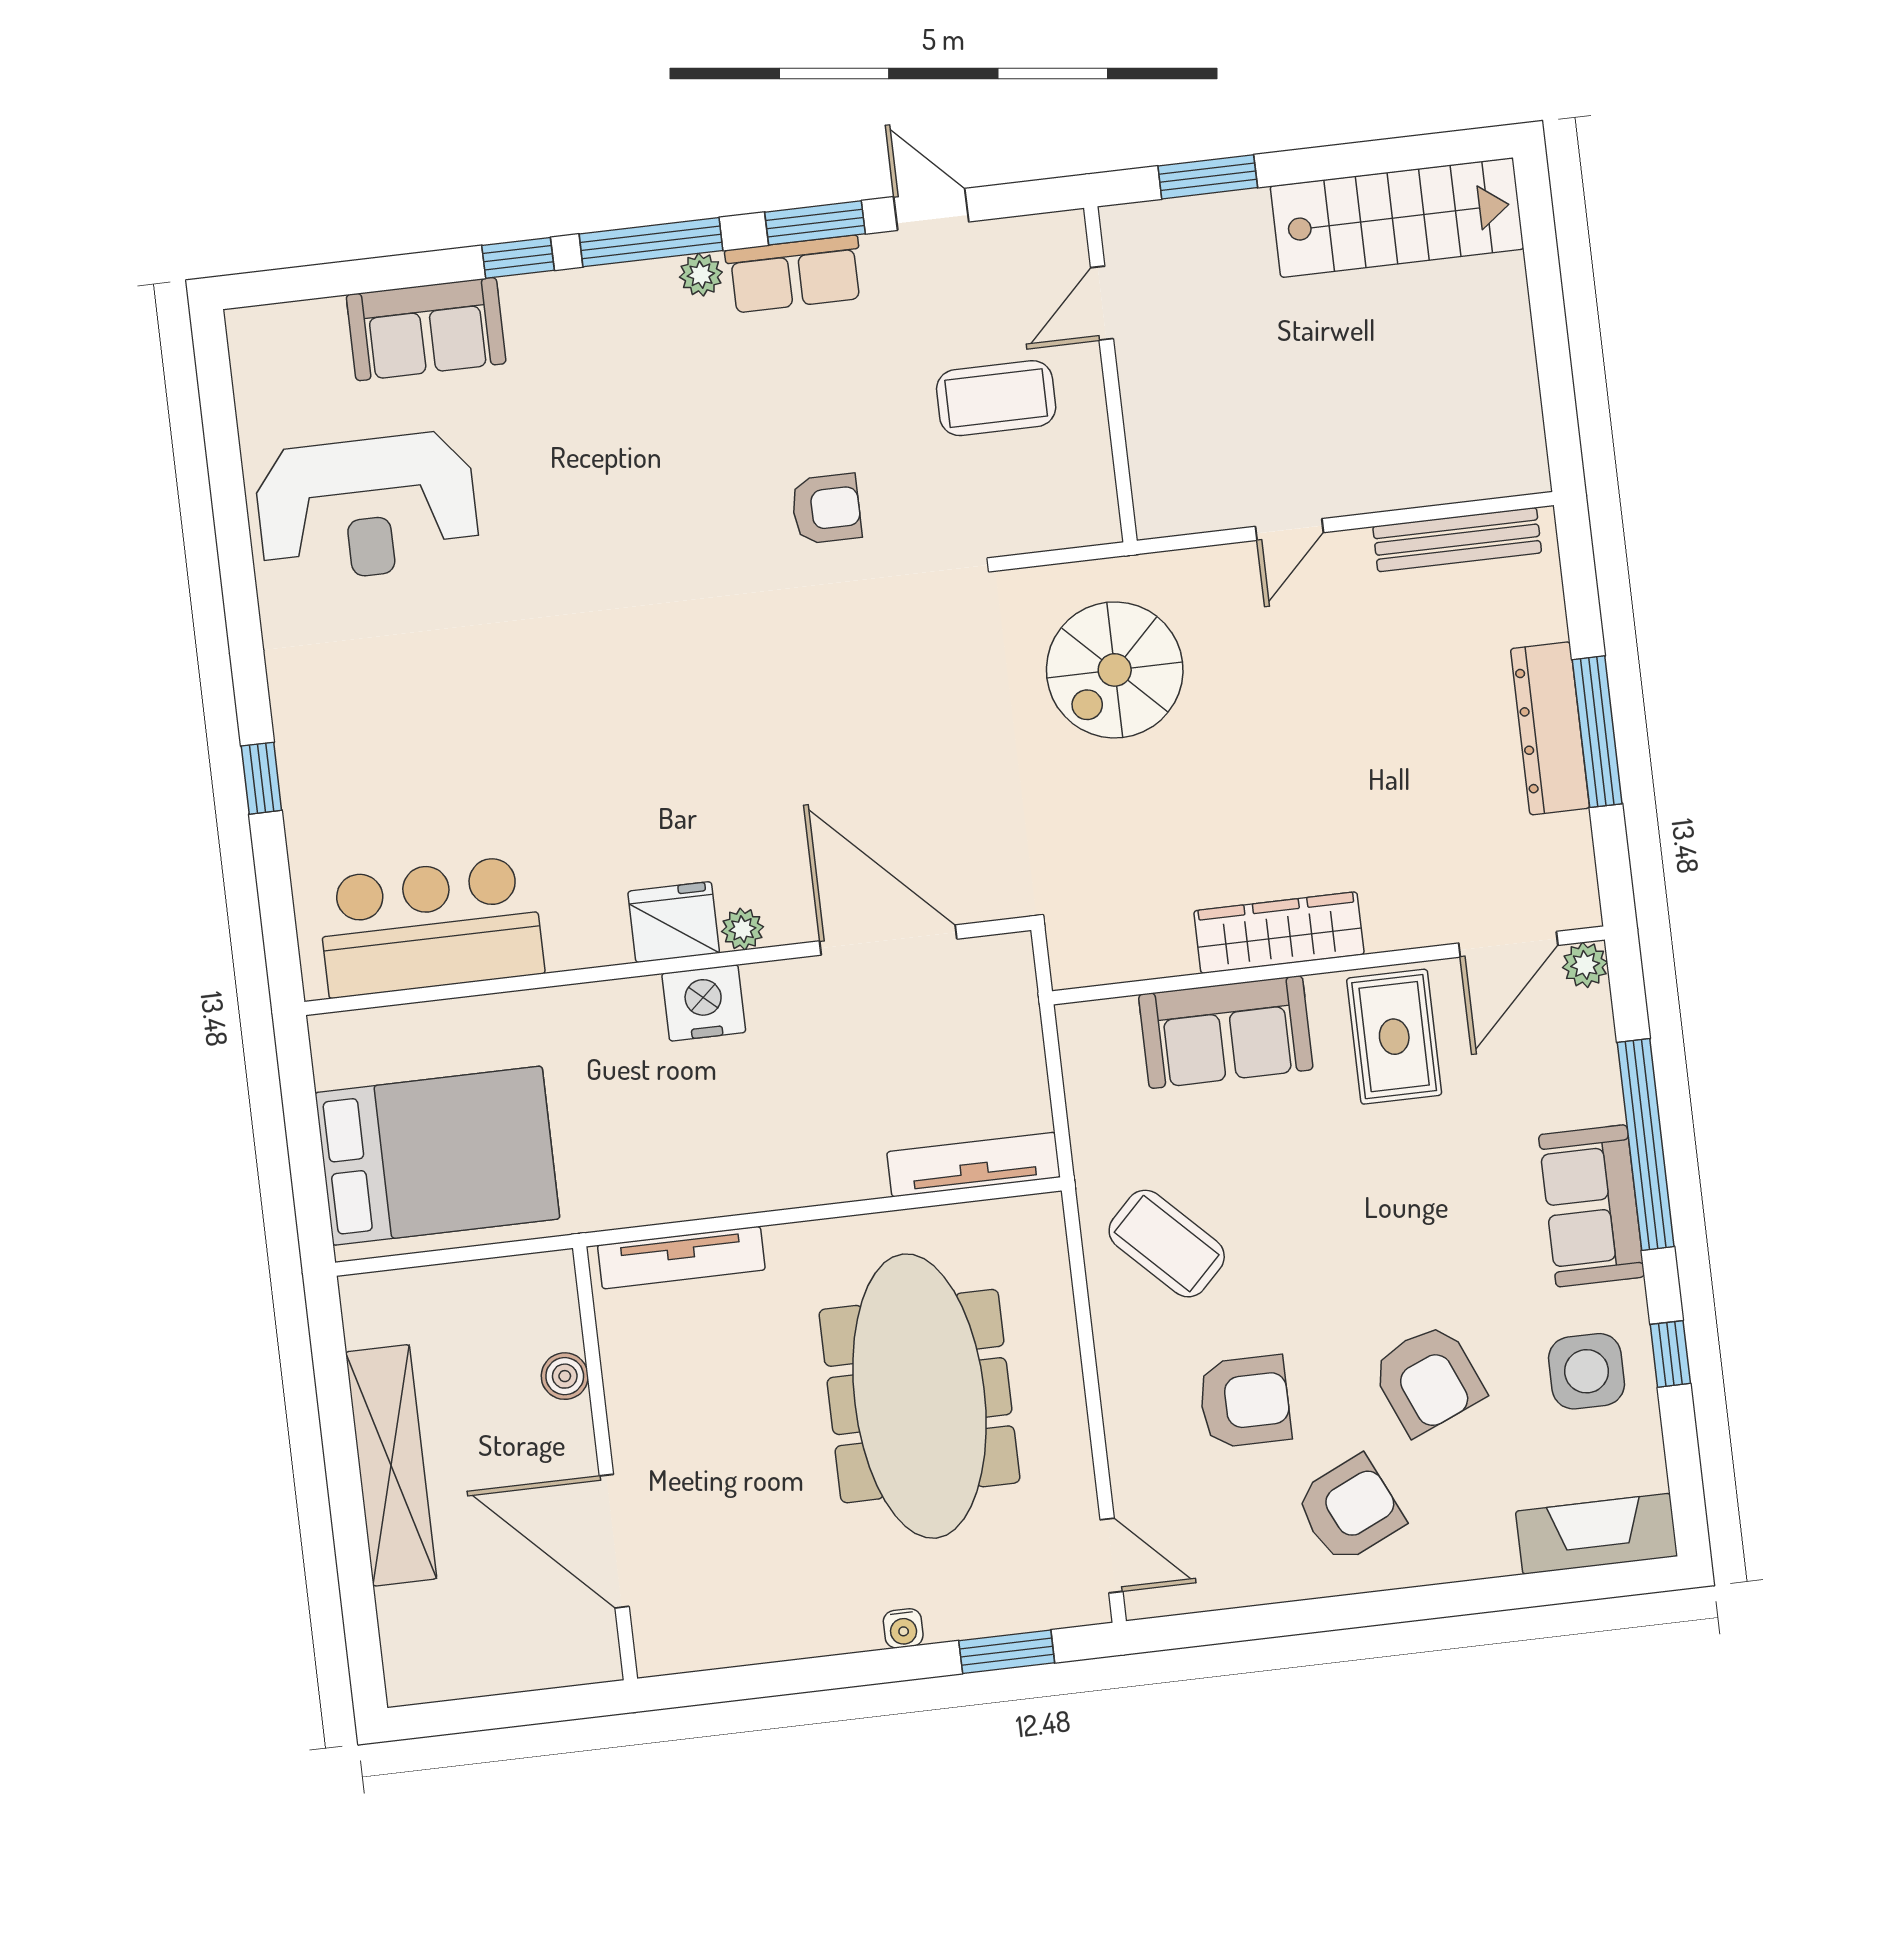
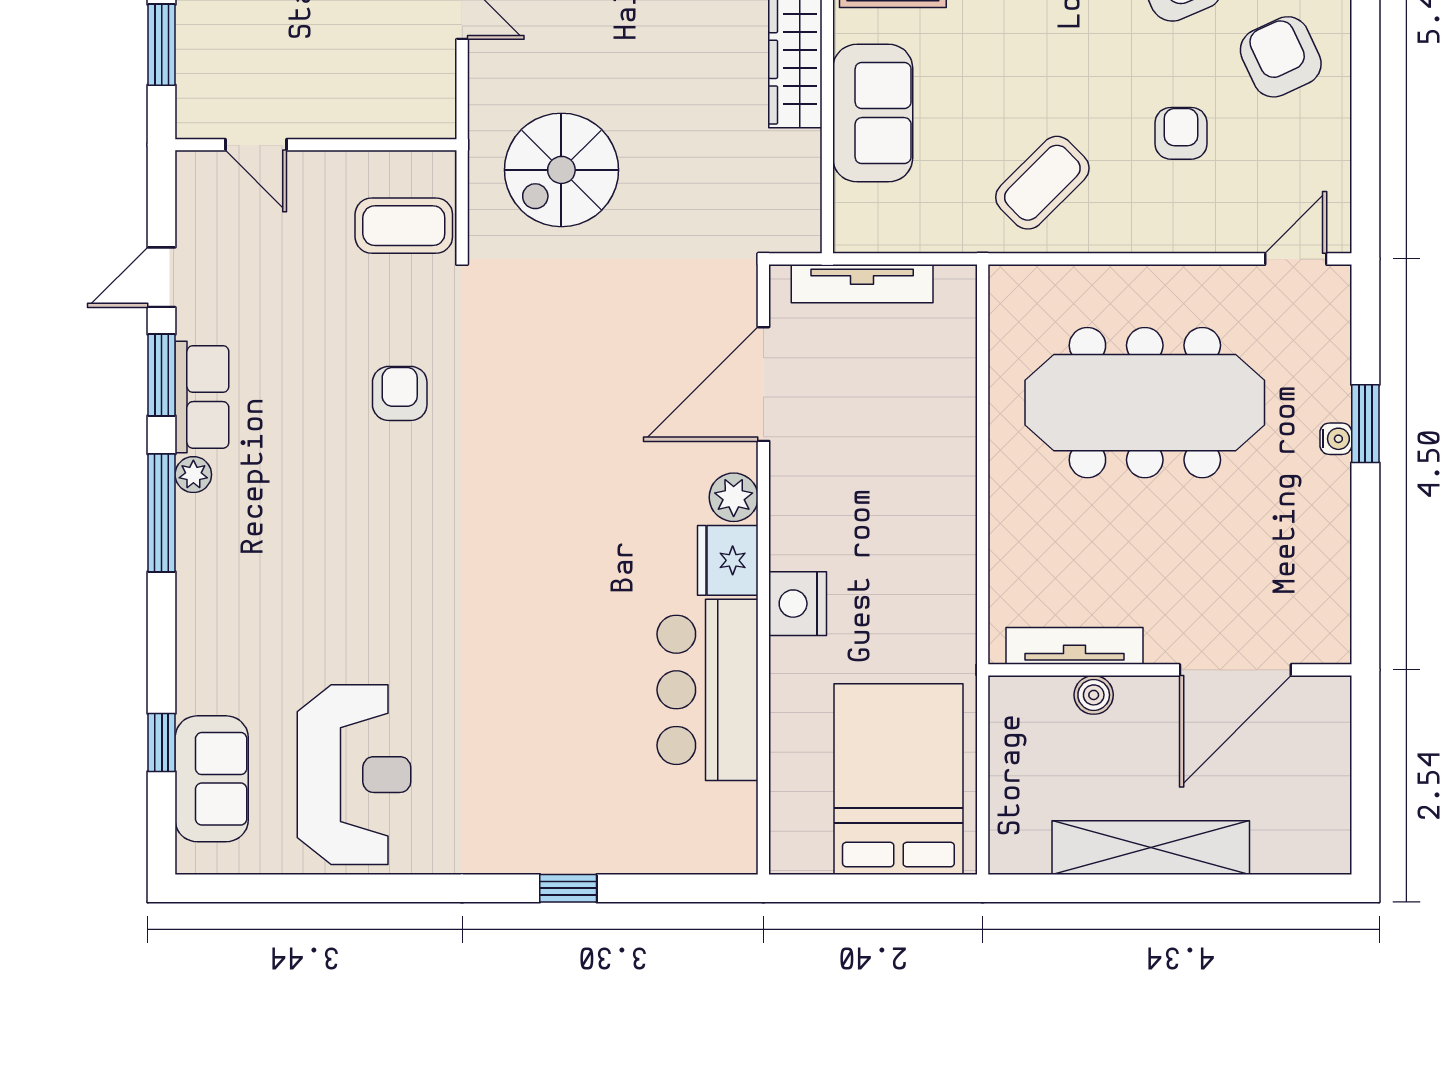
window: (518, 258) -> (162, 742), moved
sofa: (426, 329) -> (212, 779), moved
coffee table: (996, 398) -> (404, 226), moved, turned 90
spiral stairs: (1115, 670) -> (561, 170), turned 90
bar counter: (430, 926) -> (708, 690), moved
plant: (743, 929) -> (734, 497), width x1.38, depth x1.38
nightstand: (704, 1003) -> (798, 604), moved
tv unit: (974, 1165) -> (862, 284), moved, turned -90
tv unit: (681, 1258) -> (1075, 646), moved, turned -90
armchair: (1245, 1402) -> (1181, 133), width x0.72, depth x0.72
window: (1007, 1652) -> (1365, 424), moved

